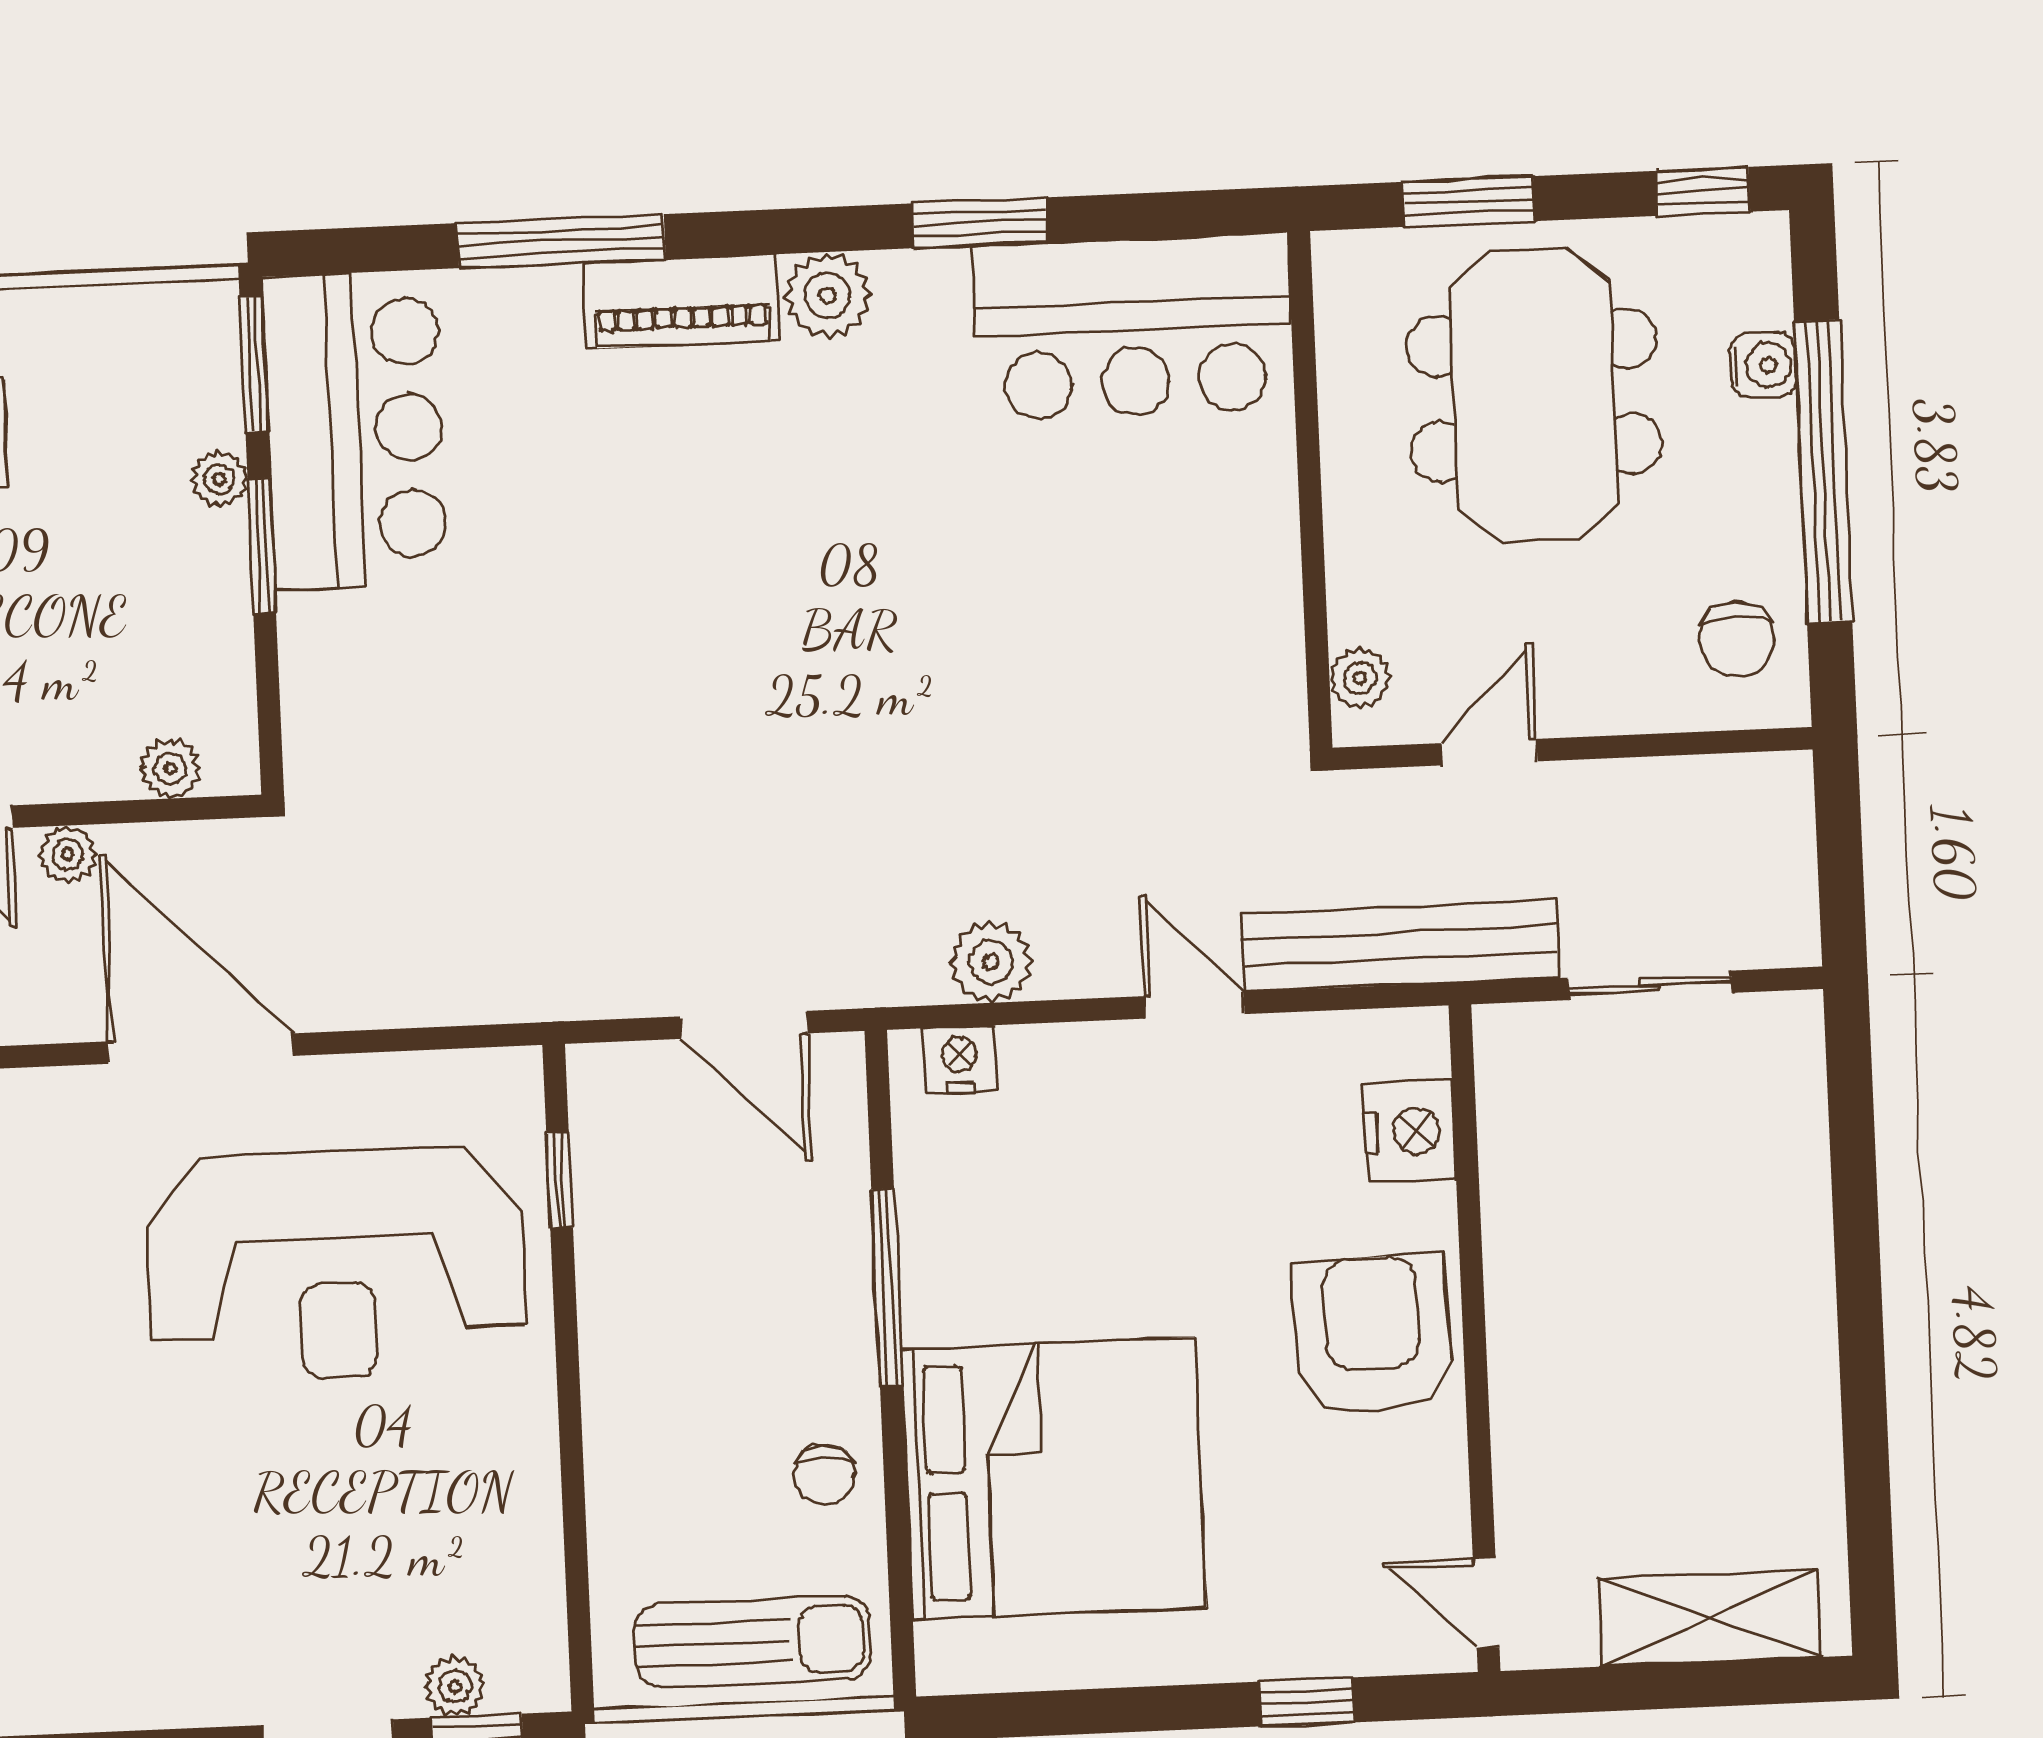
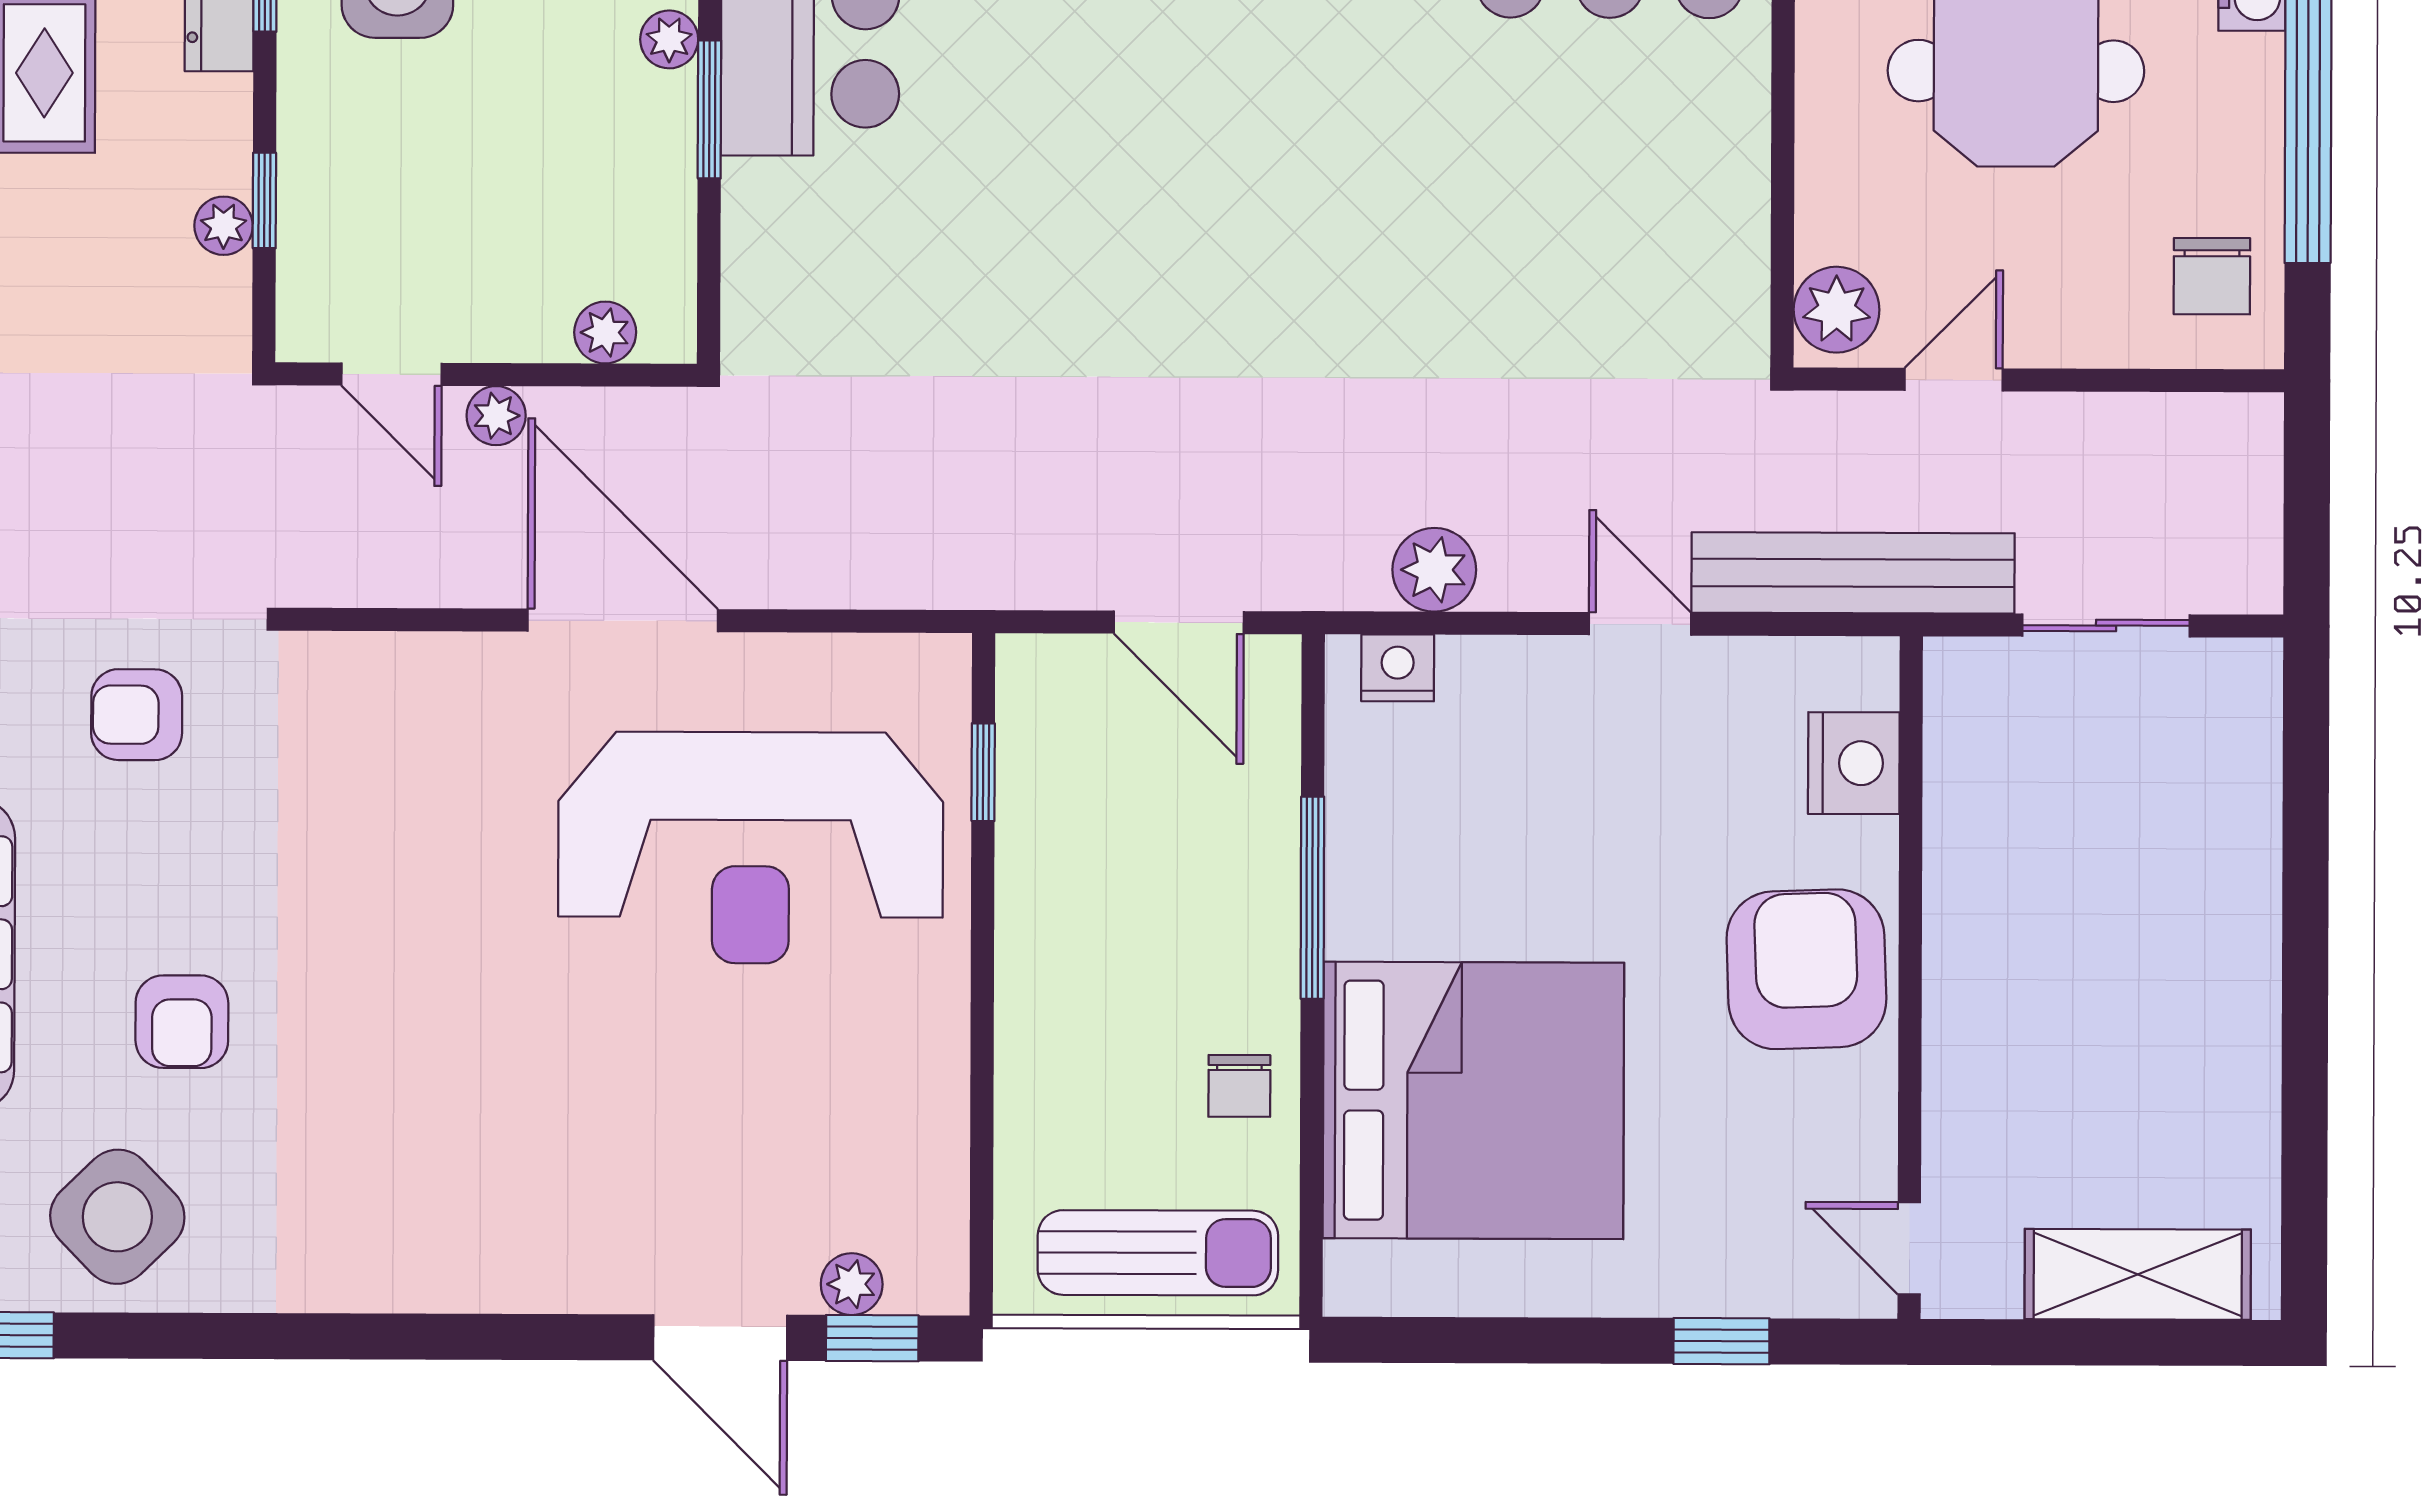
plant: (1360, 678) -> (1837, 310), width x1.38, depth x1.38

